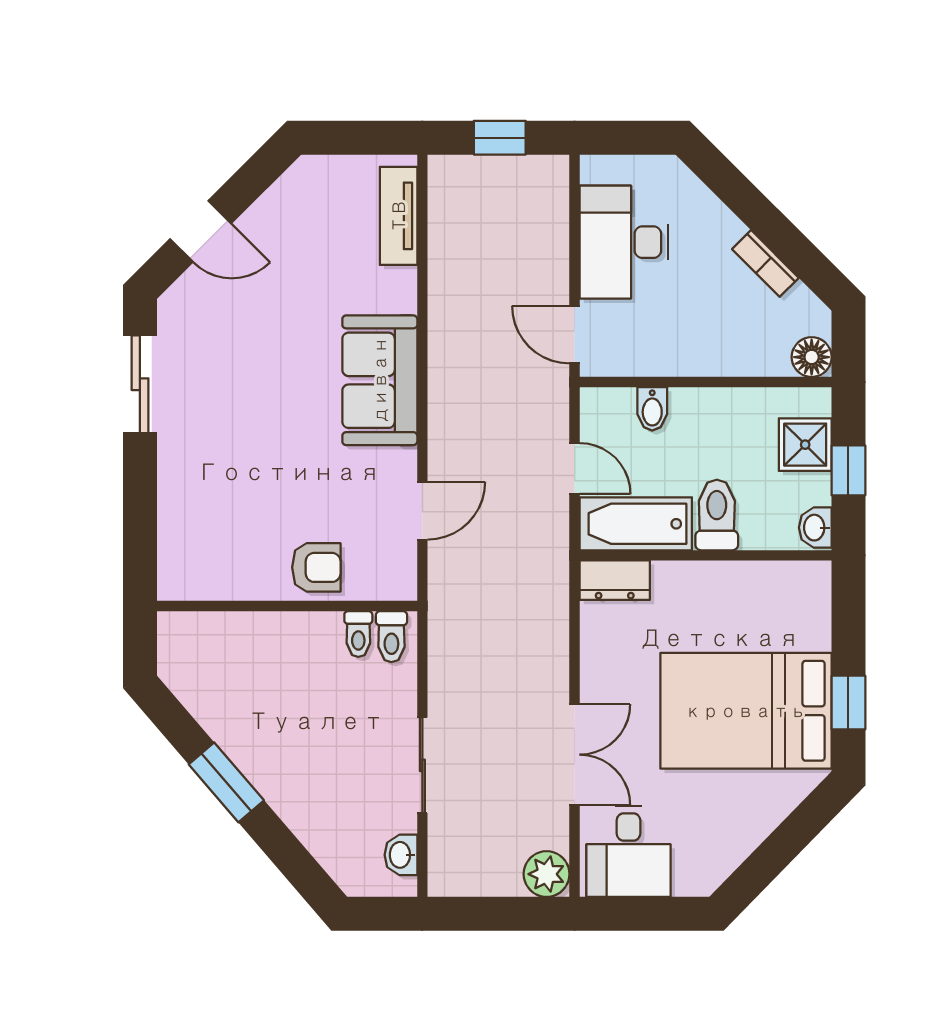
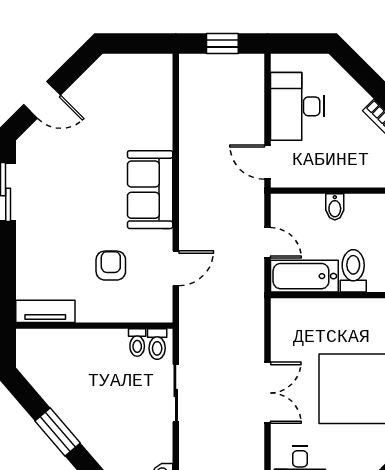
tv unit: (399, 216) -> (45, 311), moved, turned 90
bidet: (652, 409) -> (335, 207), moved
armchair: (316, 567) -> (111, 266), moved, turned -90
dresser: (615, 580) -> (292, 310), removed
double door: (575, 755) -> (267, 393), moved
sliding door: (422, 765) -> (176, 393), moved

